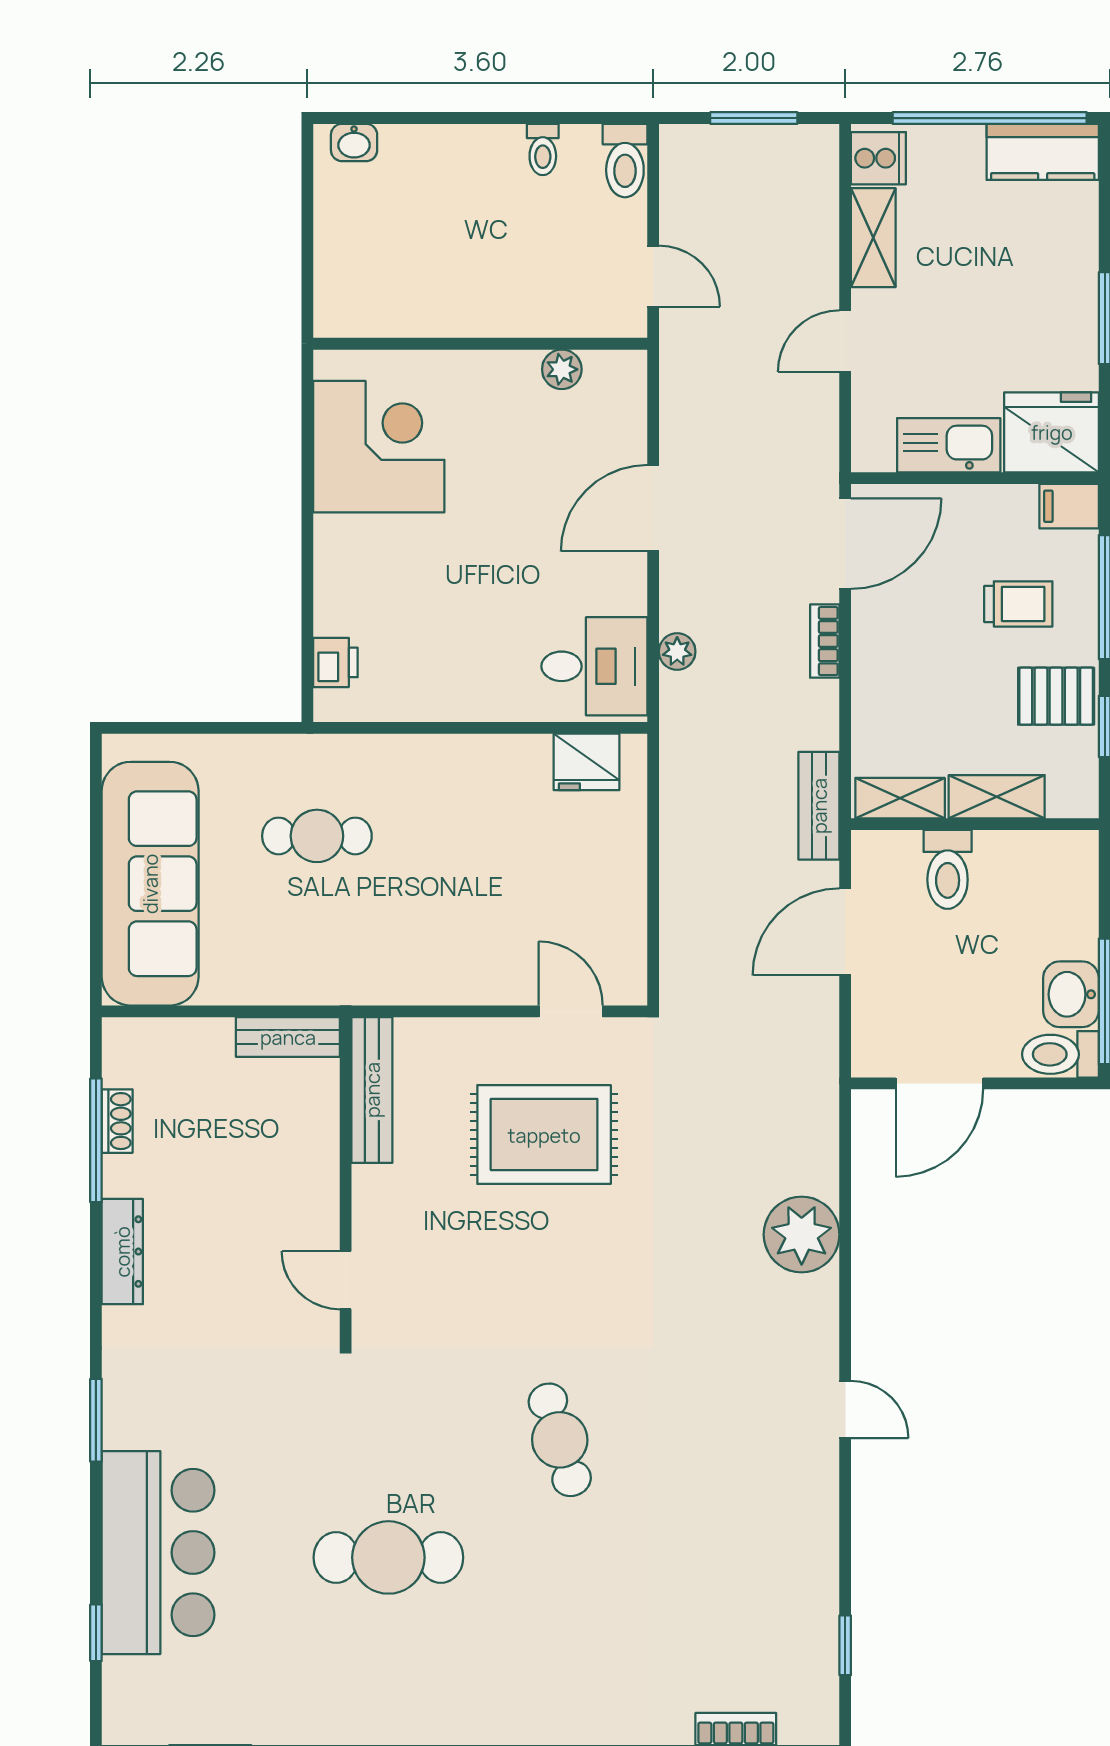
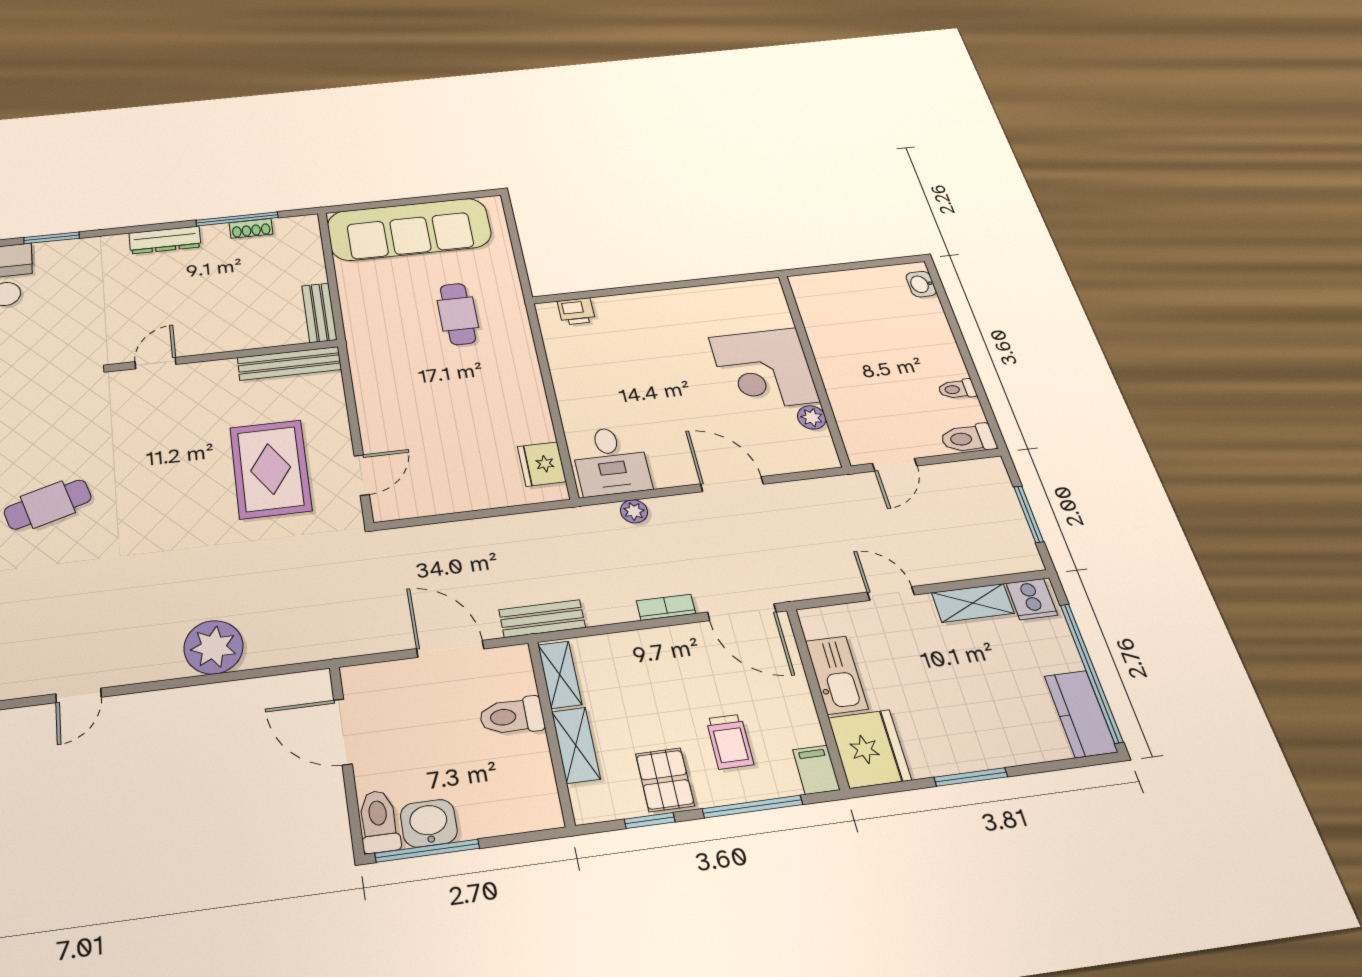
corner desk: (379, 447) -> (764, 369), moved, turned 90

